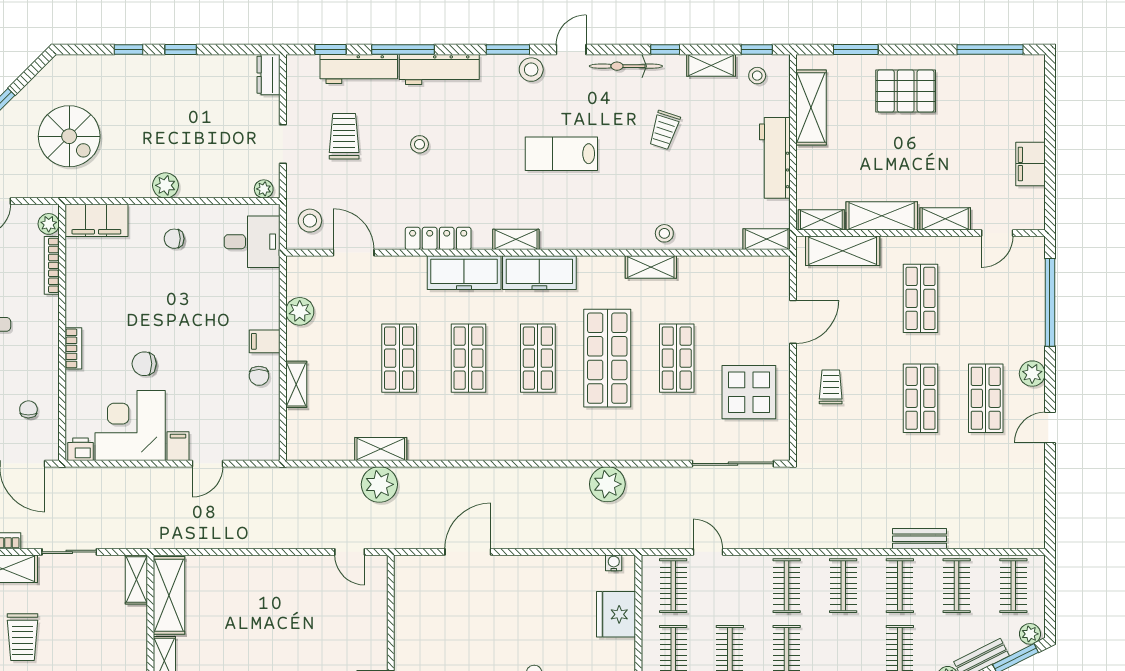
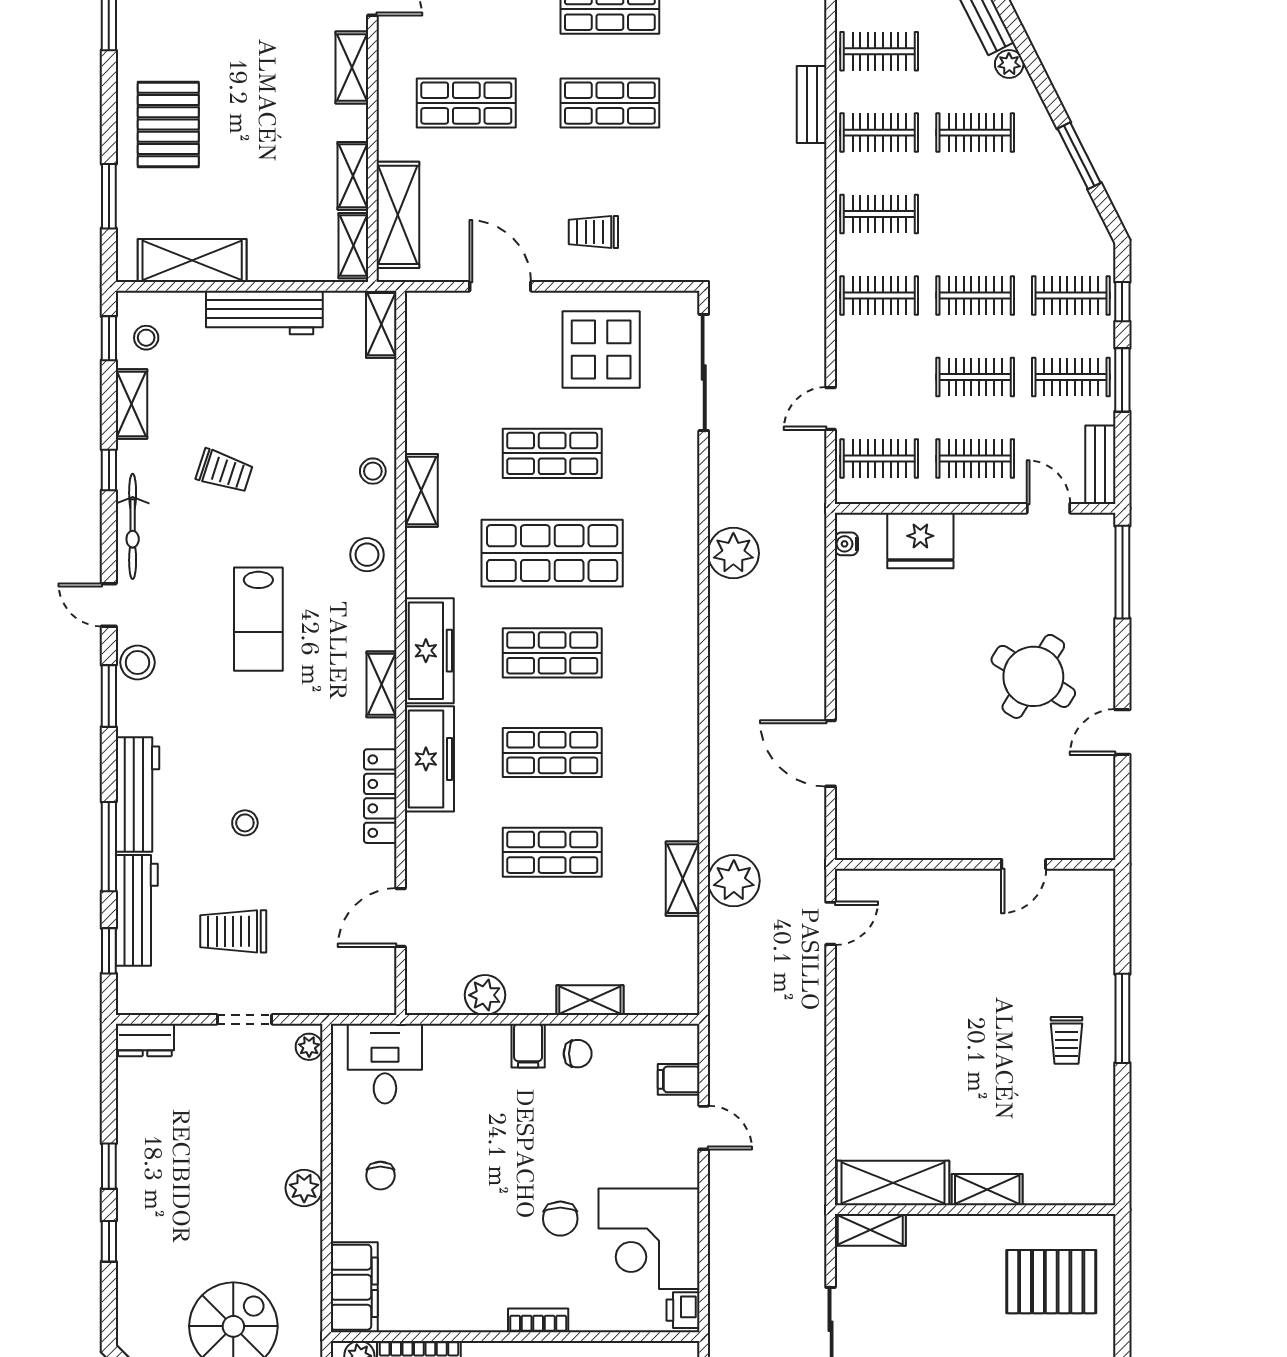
shelving: (882, 216) -> (353, 176), width x0.67, depth x0.75
stool: (310, 221) -> (367, 555), moved
filing cabinet: (178, 446) -> (679, 1079), moved

